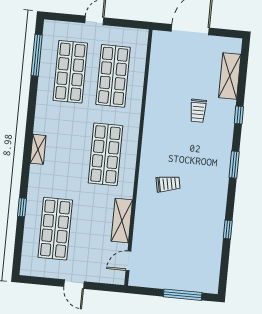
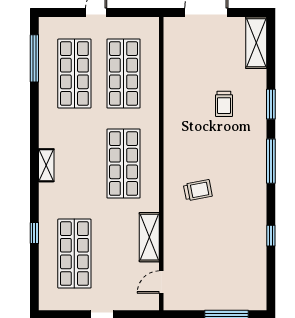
shelving: (230, 76) -> (256, 43), moved
window: (239, 115) -> (271, 104), width x1.50
window: (234, 165) -> (271, 161), width x1.44

